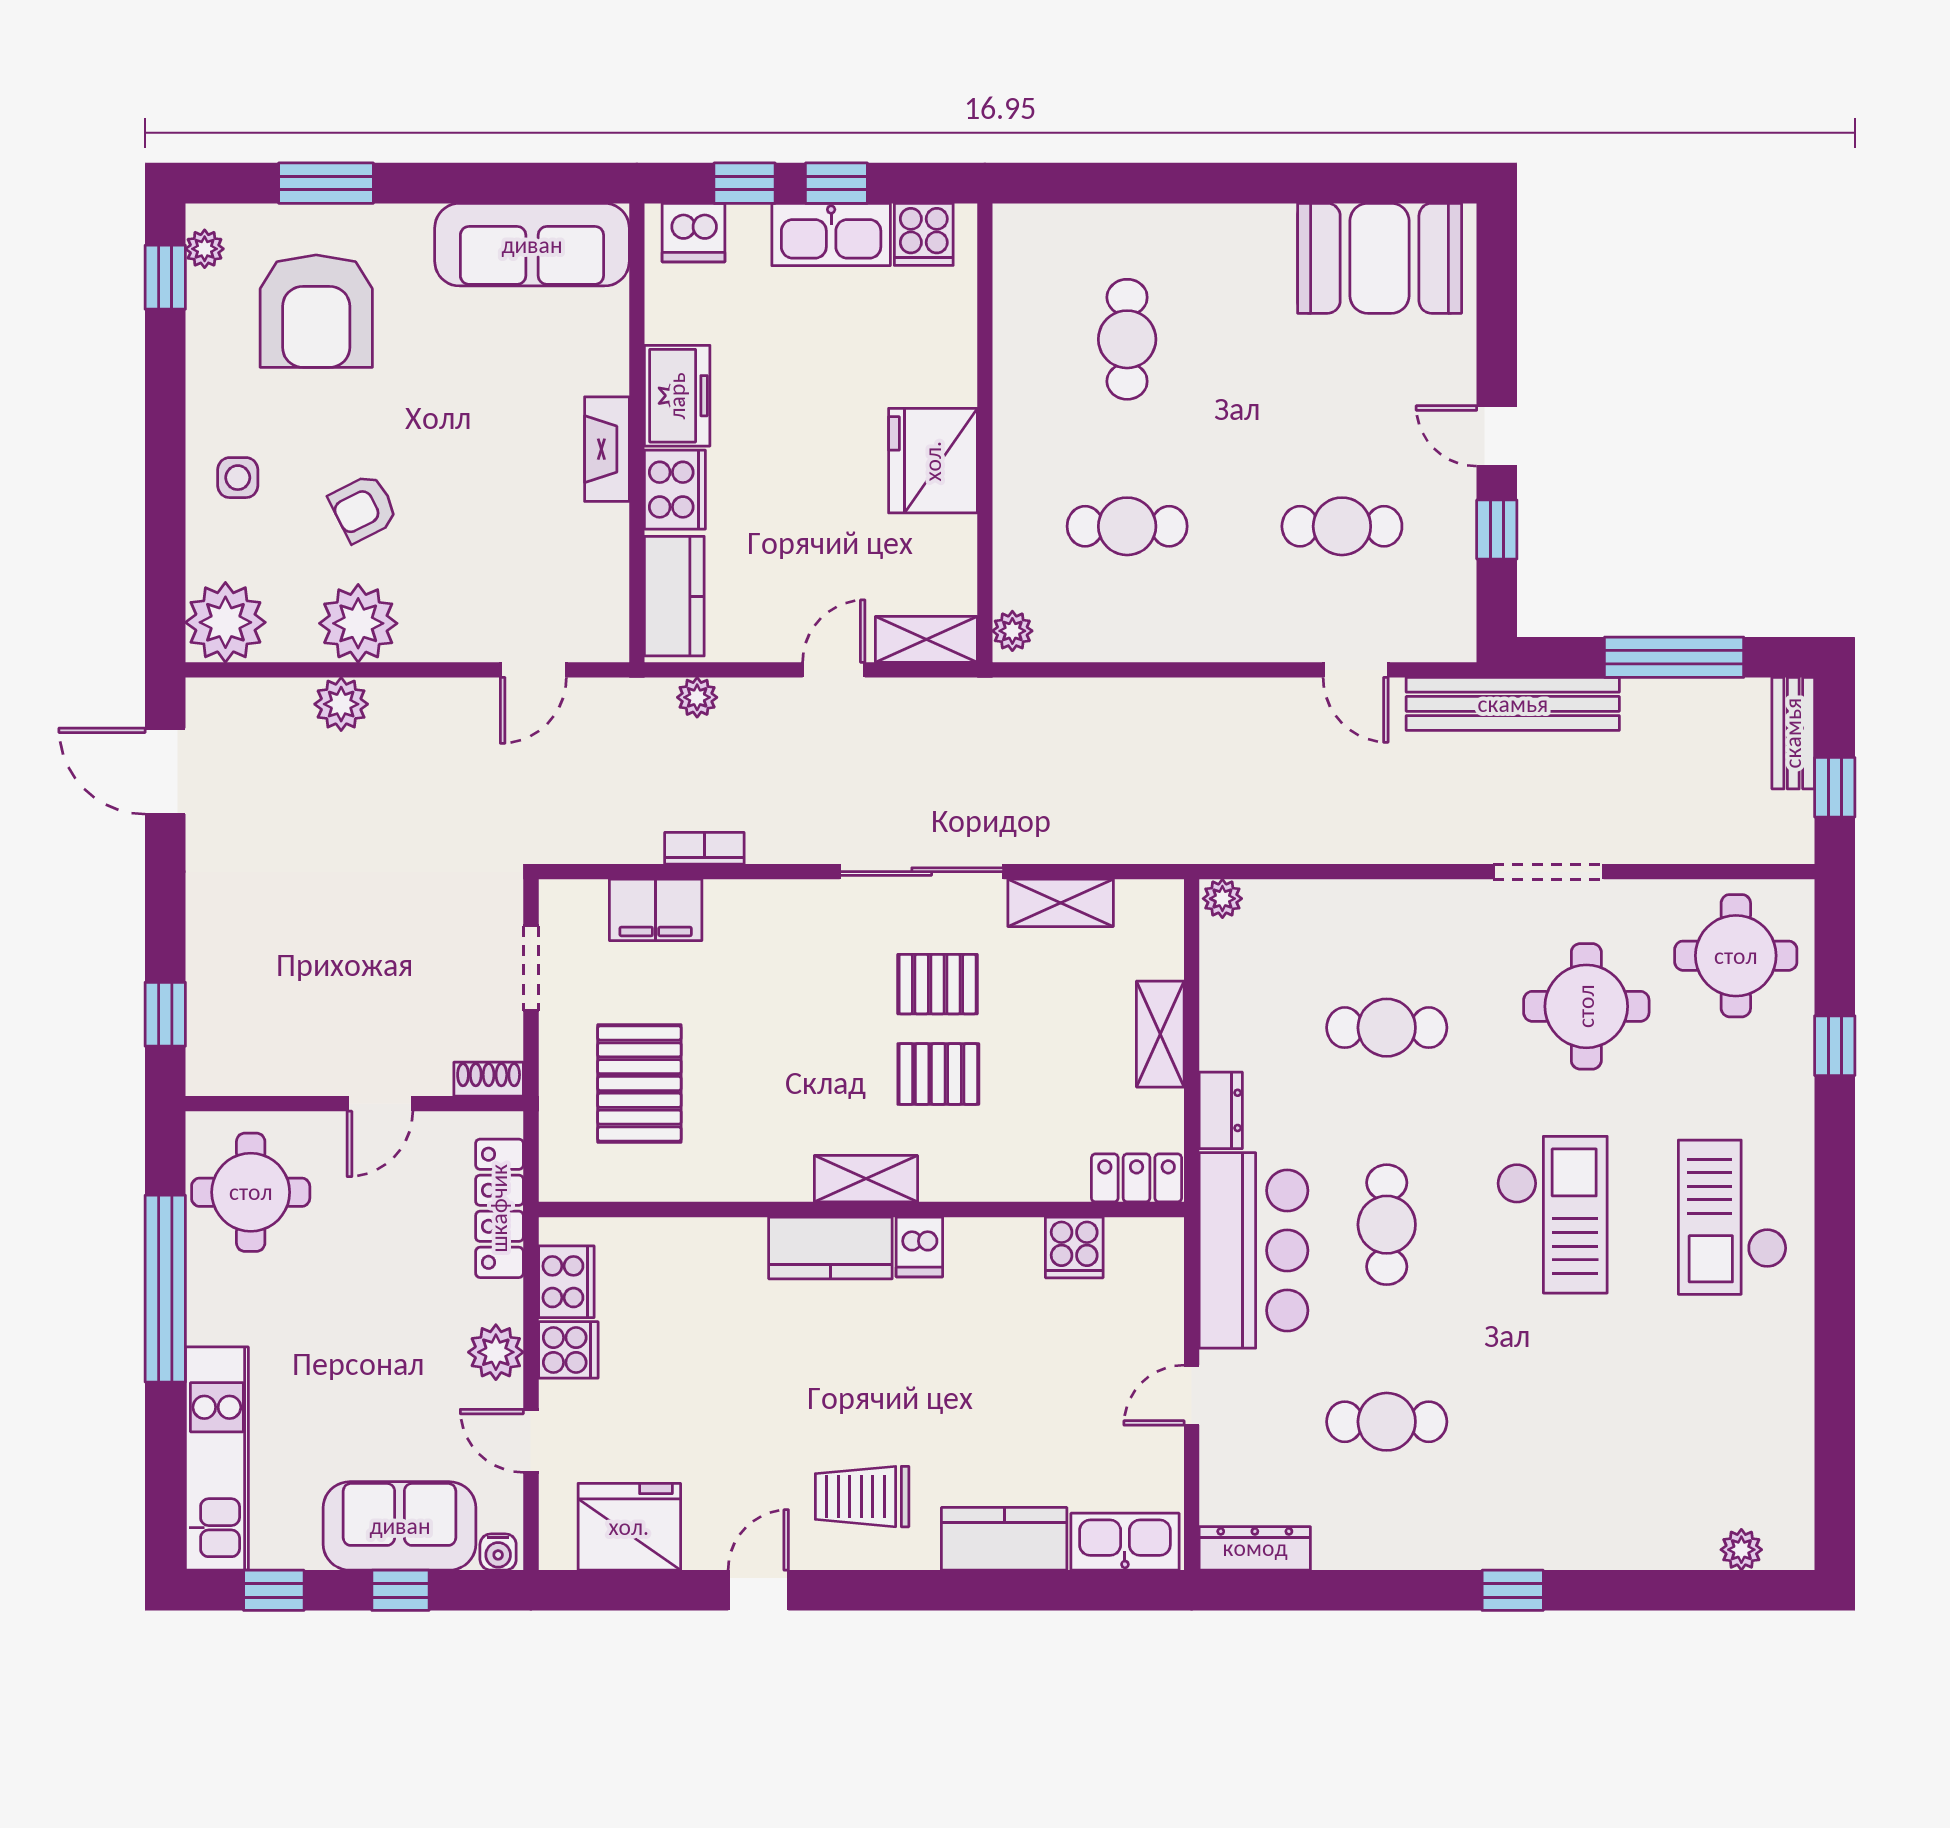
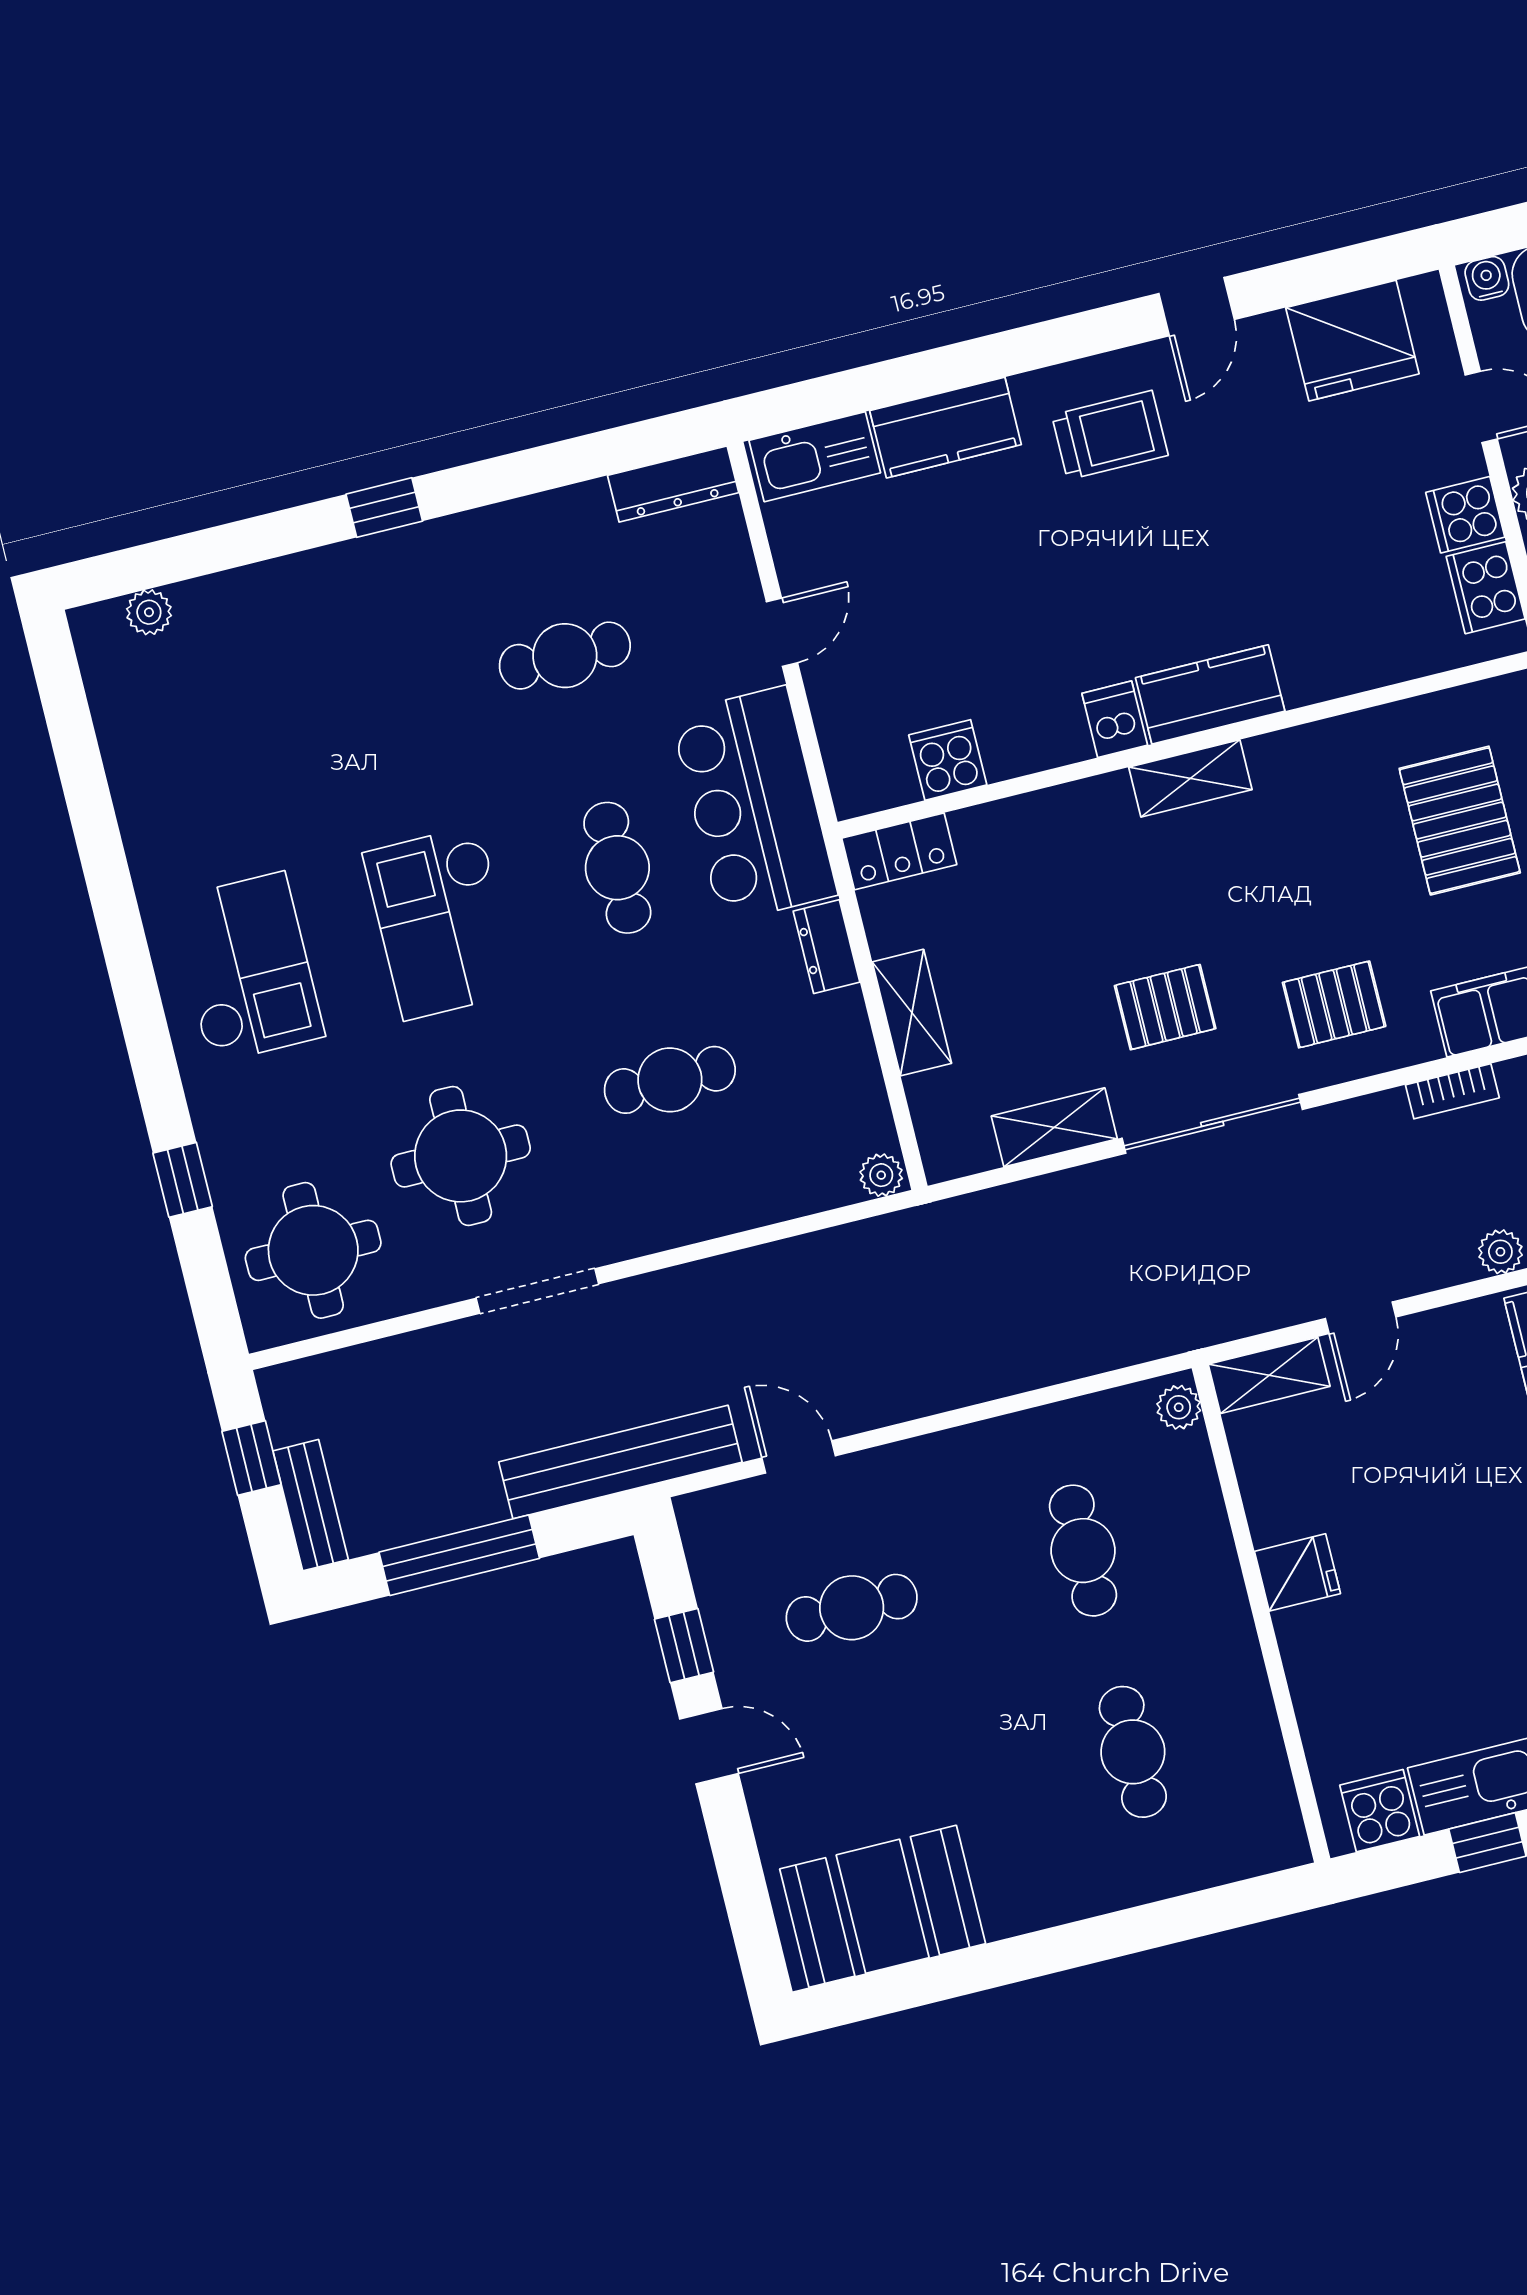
fridge: (933, 461) -> (1297, 1572), width x0.53, depth x0.75
cafe table: (1127, 526) -> (1083, 1551), turned 90
pallet: (938, 1074) -> (1334, 1004), moved

